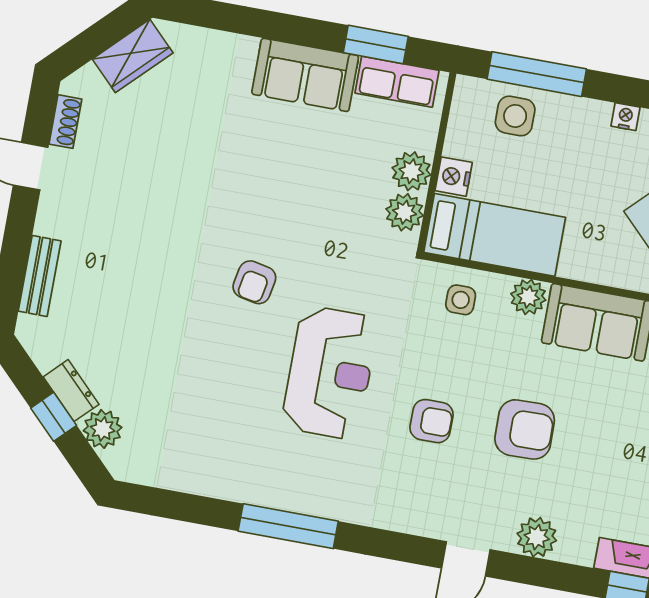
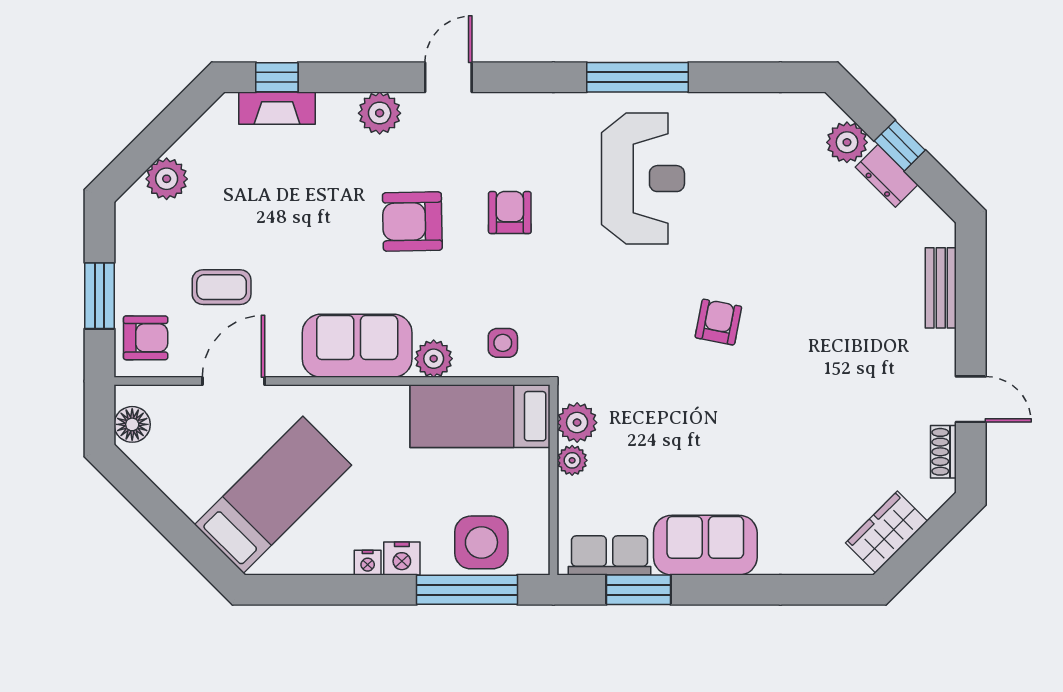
side table: (515, 116) -> (481, 542), width x1.37, depth x1.37
plant: (411, 171) -> (572, 460), width x0.73, depth x0.73
nightstand: (454, 177) -> (402, 559), moved, turned 90
reception desk: (330, 373) -> (643, 179), moved, turned 180
armchair: (432, 421) -> (510, 213), turned 90

